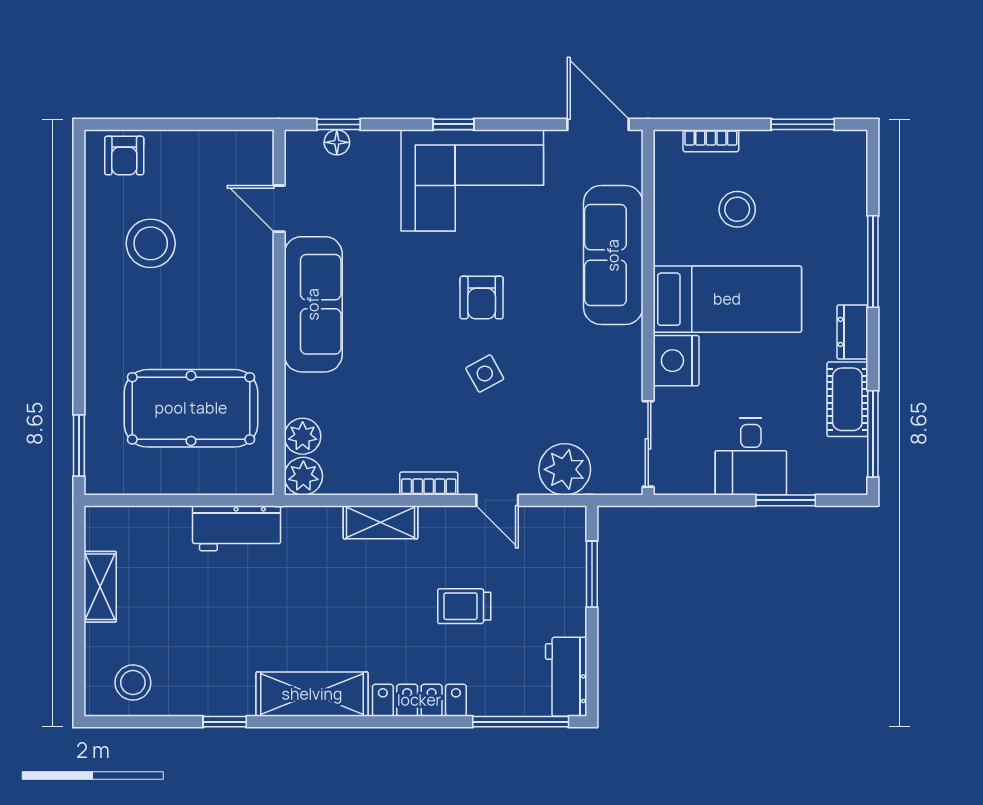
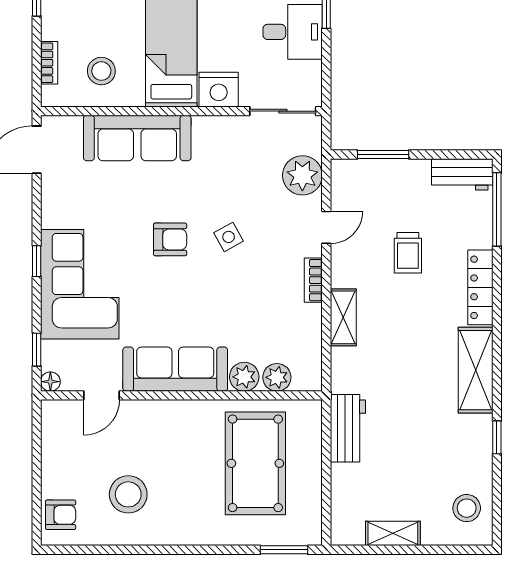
floor lamp: (337, 142) -> (50, 382), moved
corner sofa: (472, 180) -> (80, 284), moved
stool: (737, 209) -> (101, 71), moved
plant: (303, 476) -> (244, 377), moved

